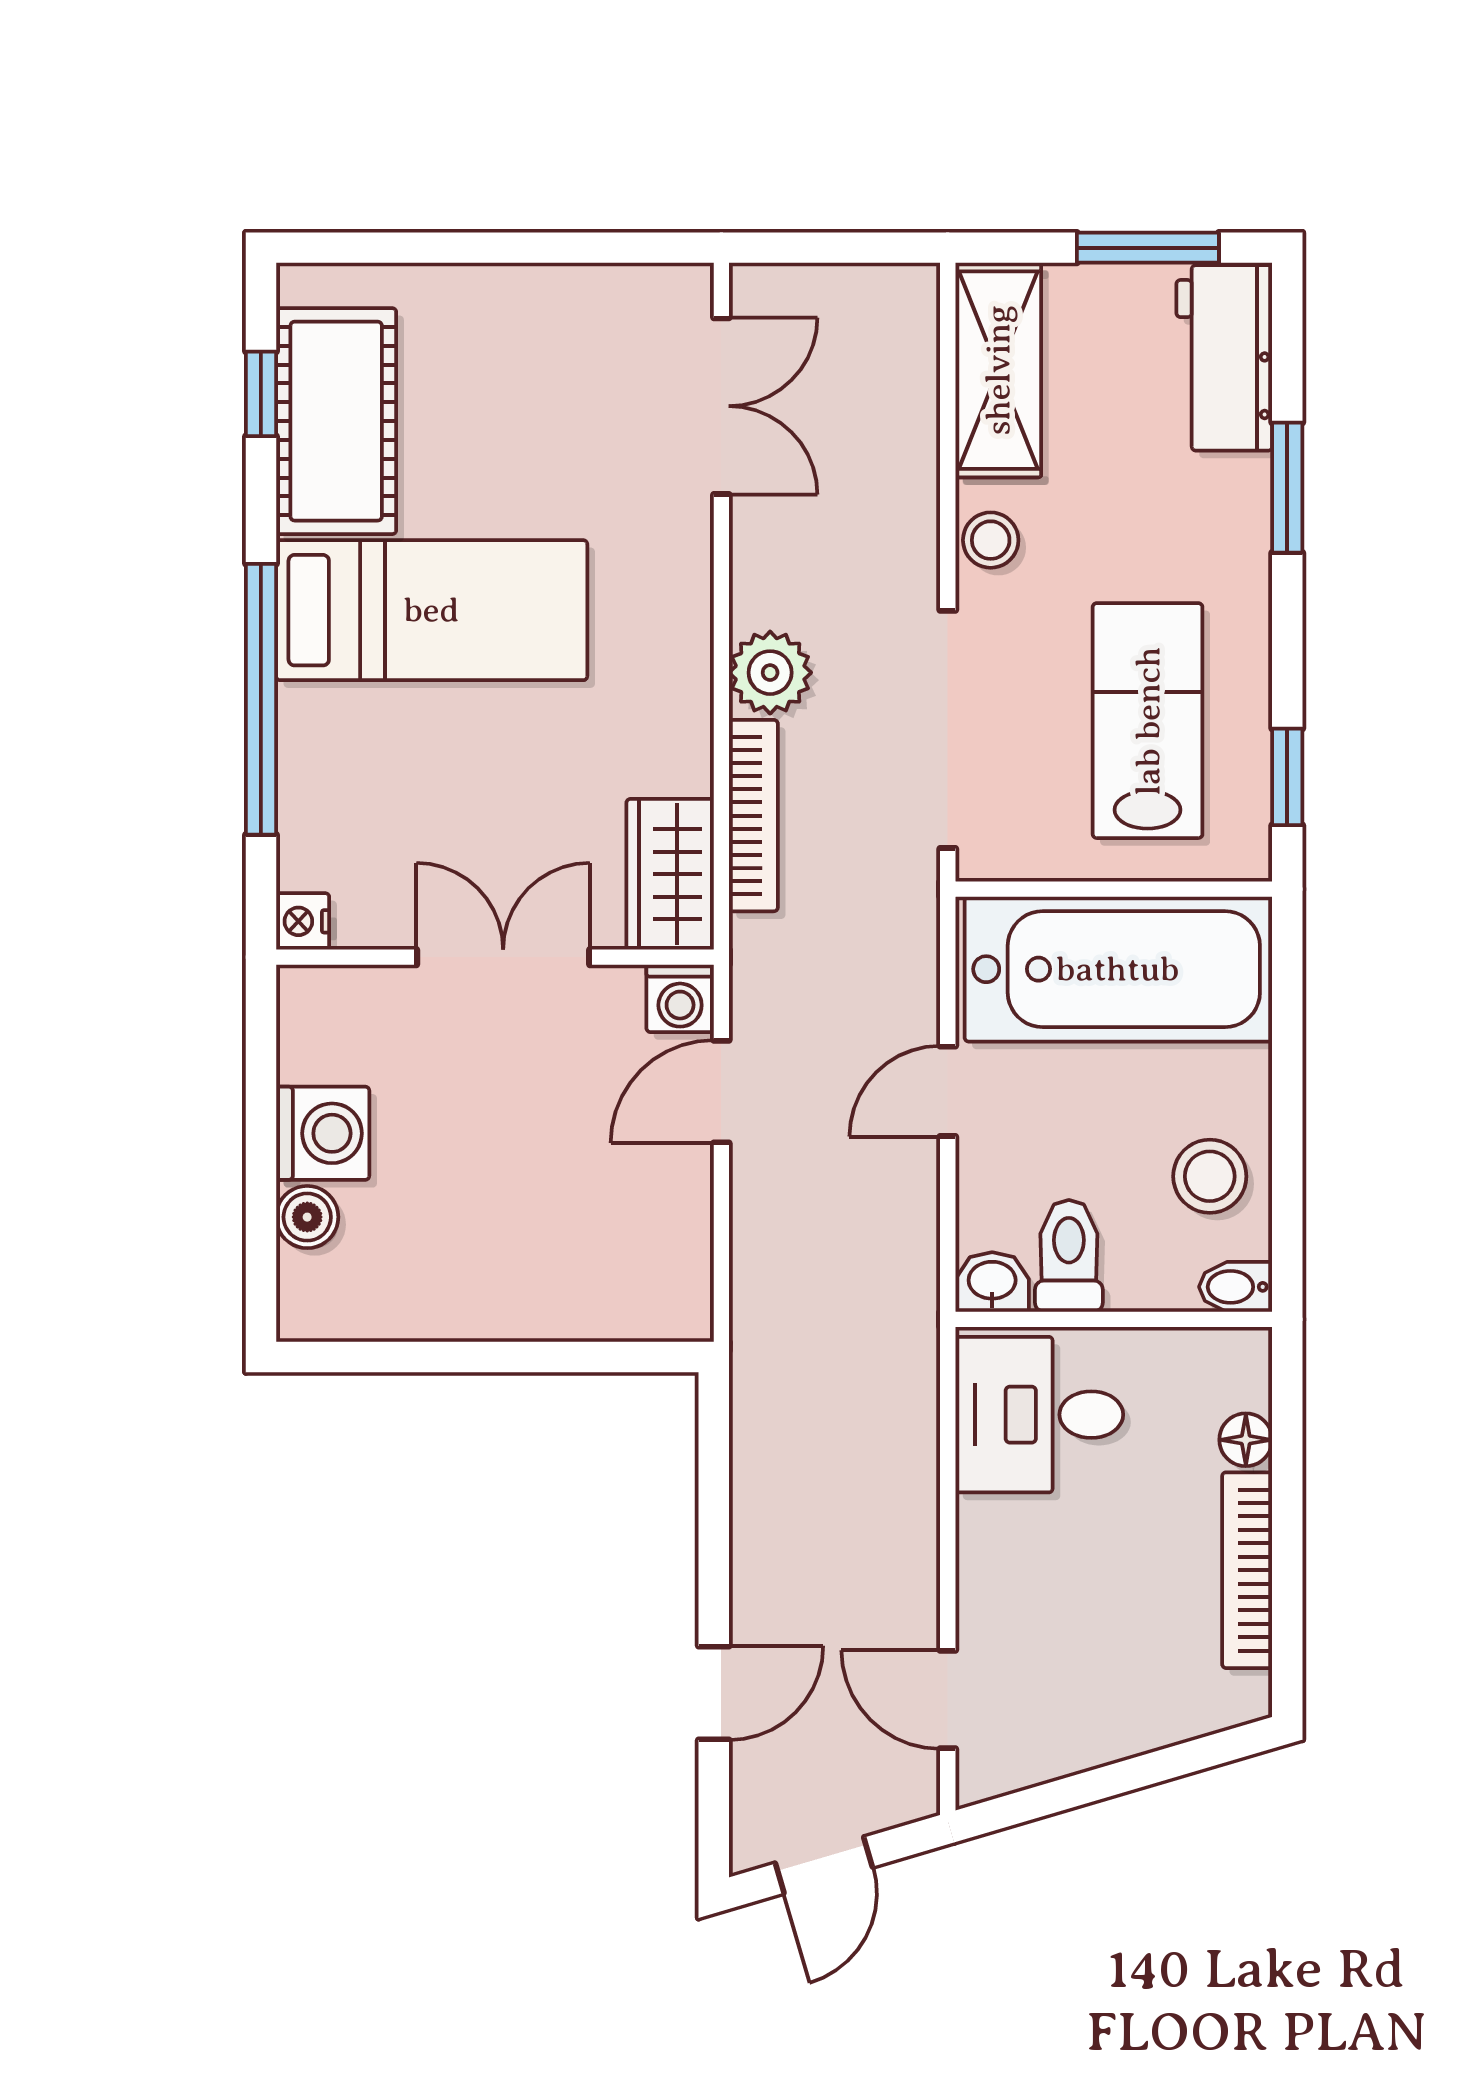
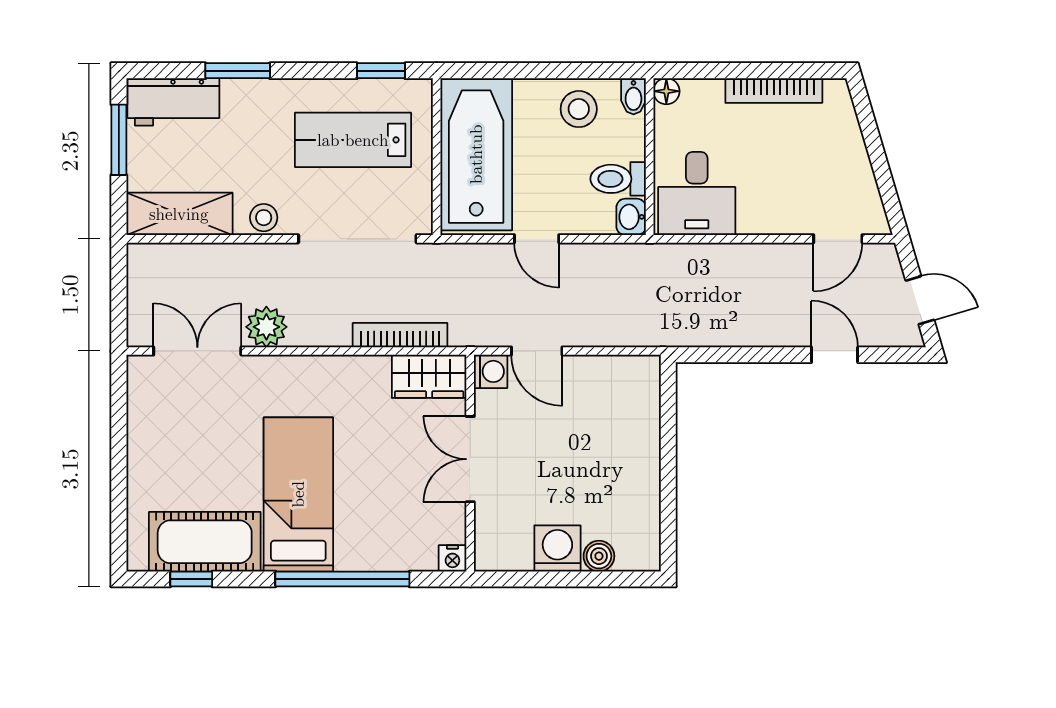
plant: (770, 673) -> (266, 327), moved
floor lamp: (1246, 1440) -> (666, 91), moved

